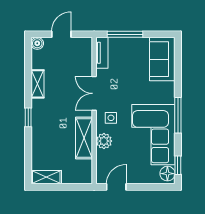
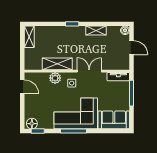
corner sofa: (153, 135) -> (76, 113), moved

